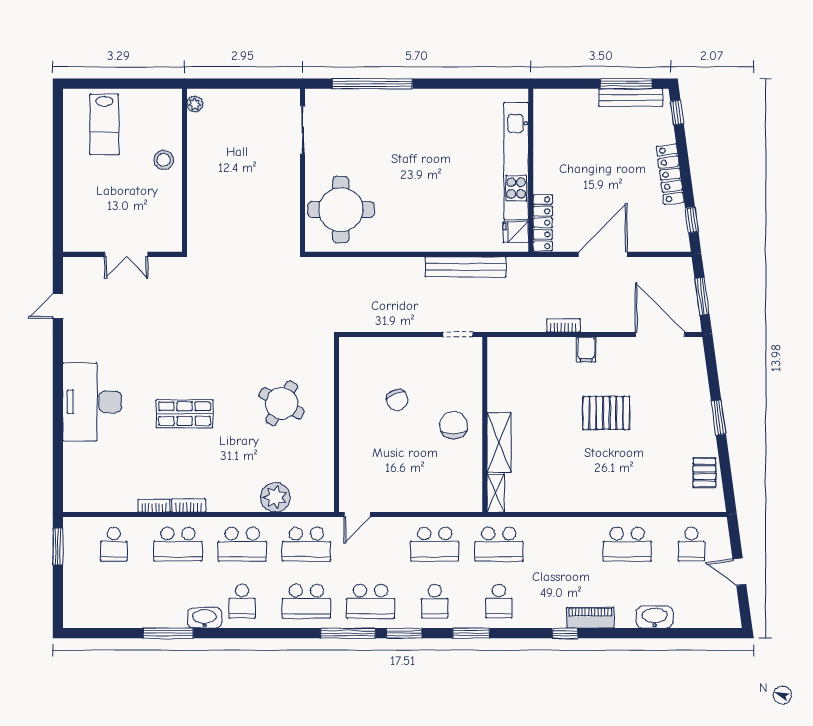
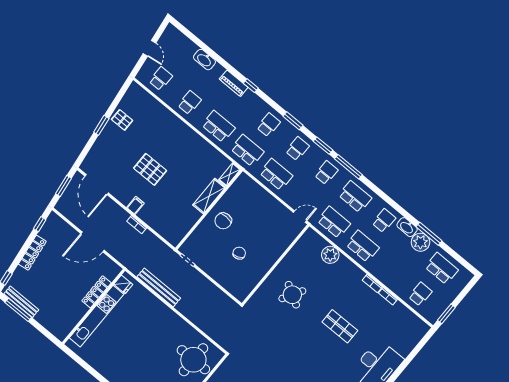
locker: (543, 223) -> (97, 292), moved
pallet: (704, 473) -> (122, 120), moved, turned 90
school desk: (178, 544) -> (442, 268), moved
school desk: (563, 544) -> (218, 126), added
school desk: (627, 544) -> (190, 103), width x0.54
school desk: (371, 601) -> (326, 173), width x0.54
plant: (170, 613) -> (420, 242), added

